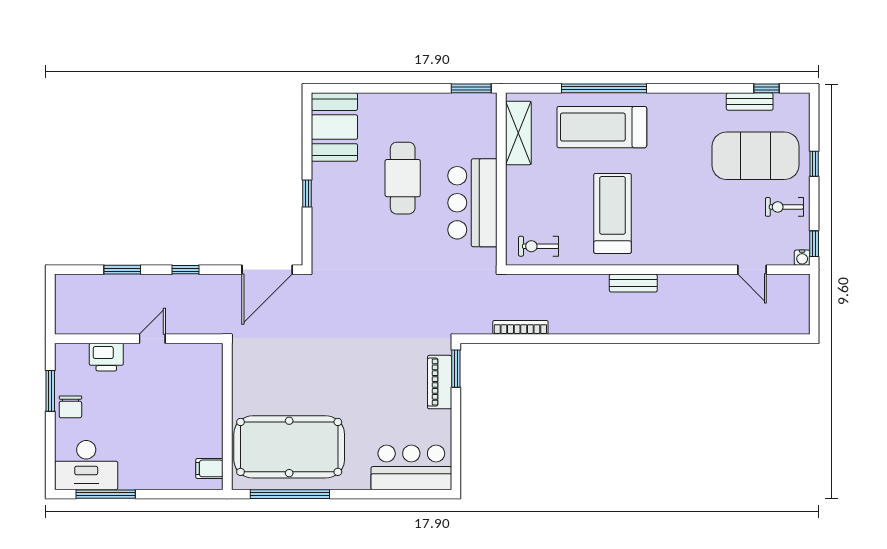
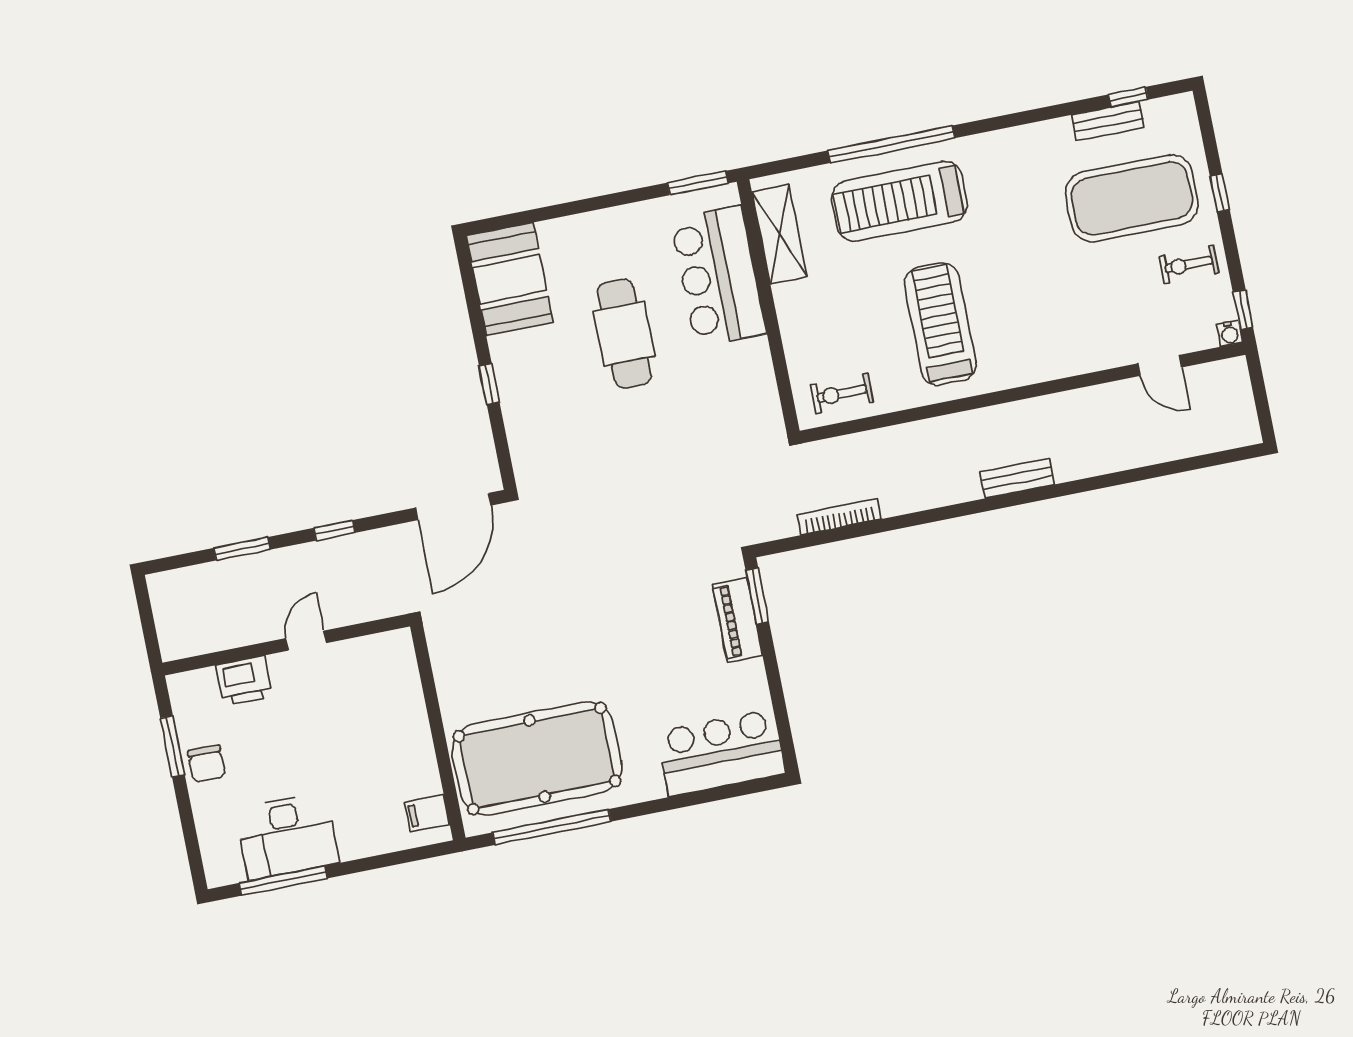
bar counter: (472, 203) -> (718, 276), moved
bench: (633, 283) -> (1017, 478), moved
desk: (86, 465) -> (287, 836), moved

